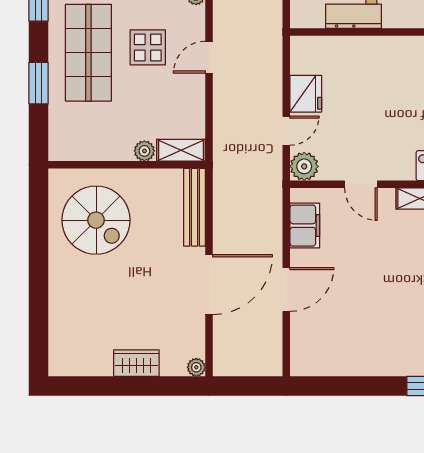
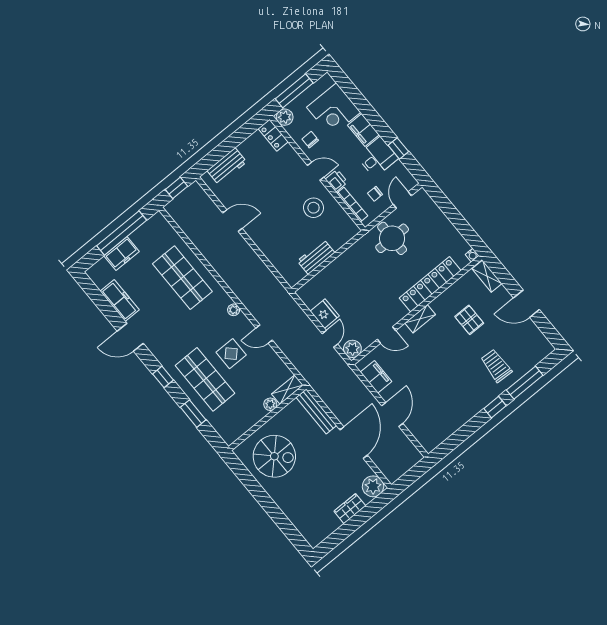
door: (209, 57) -> (264, 334), hinge flipped
plant: (196, 367) -> (373, 486), width x1.87, depth x1.87

